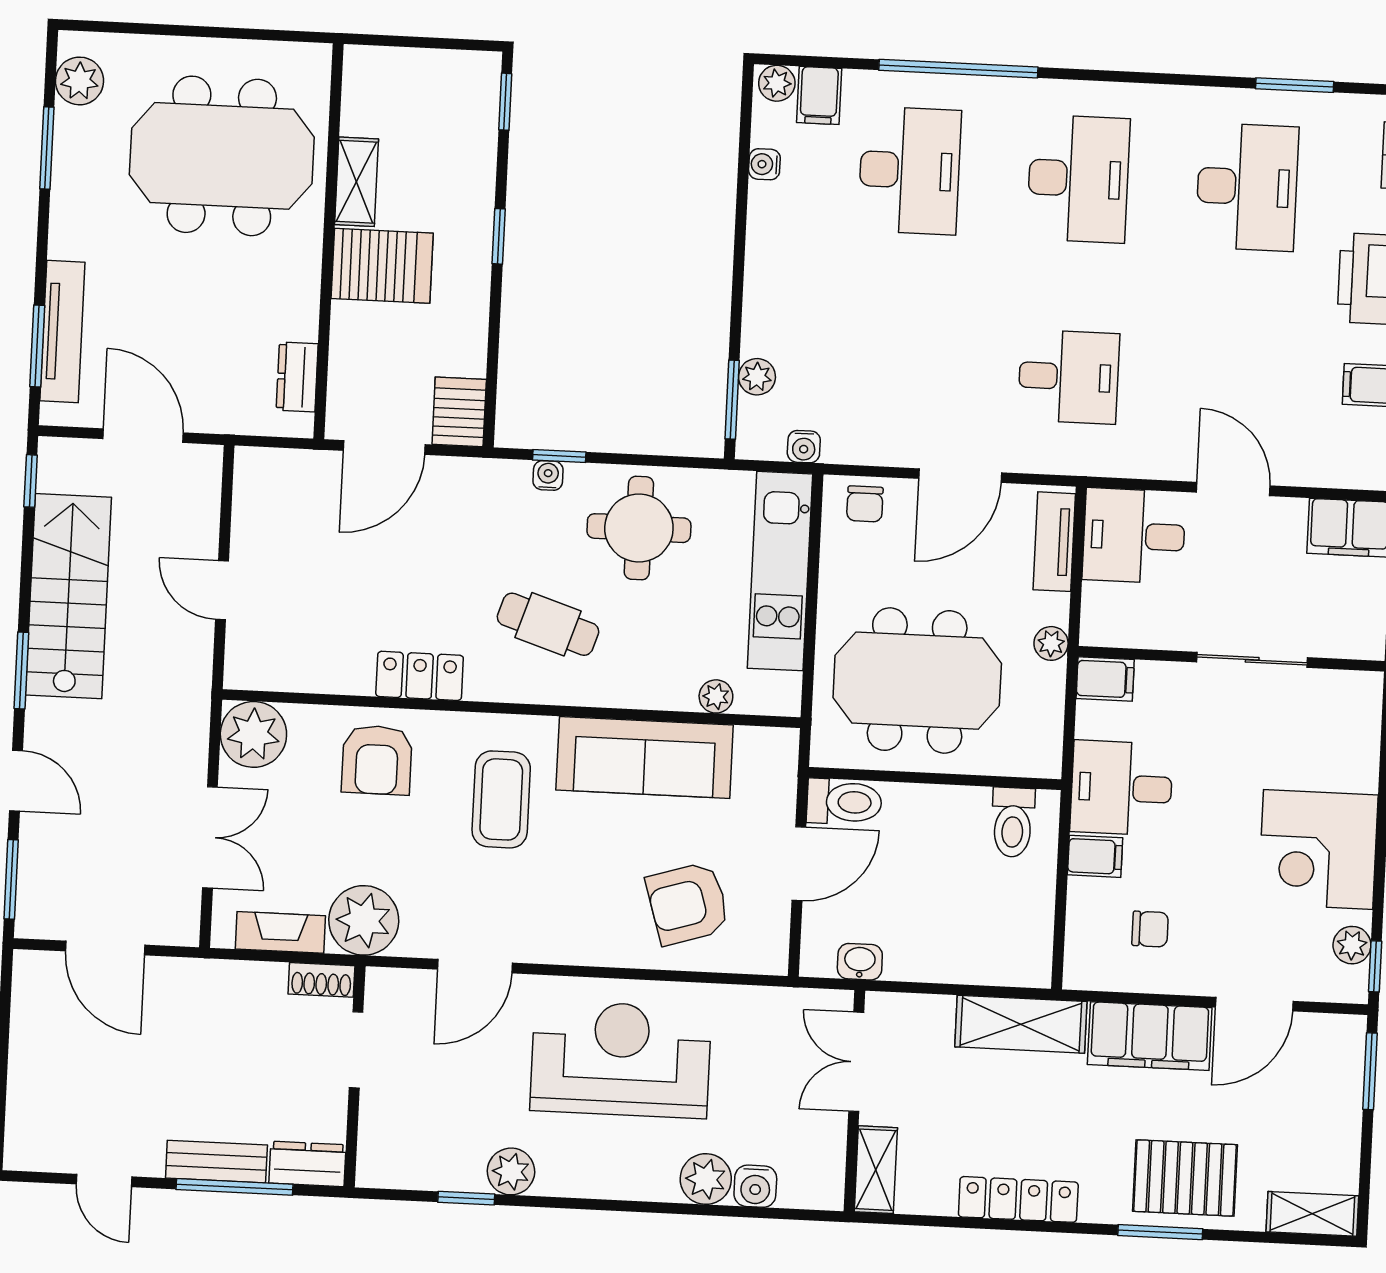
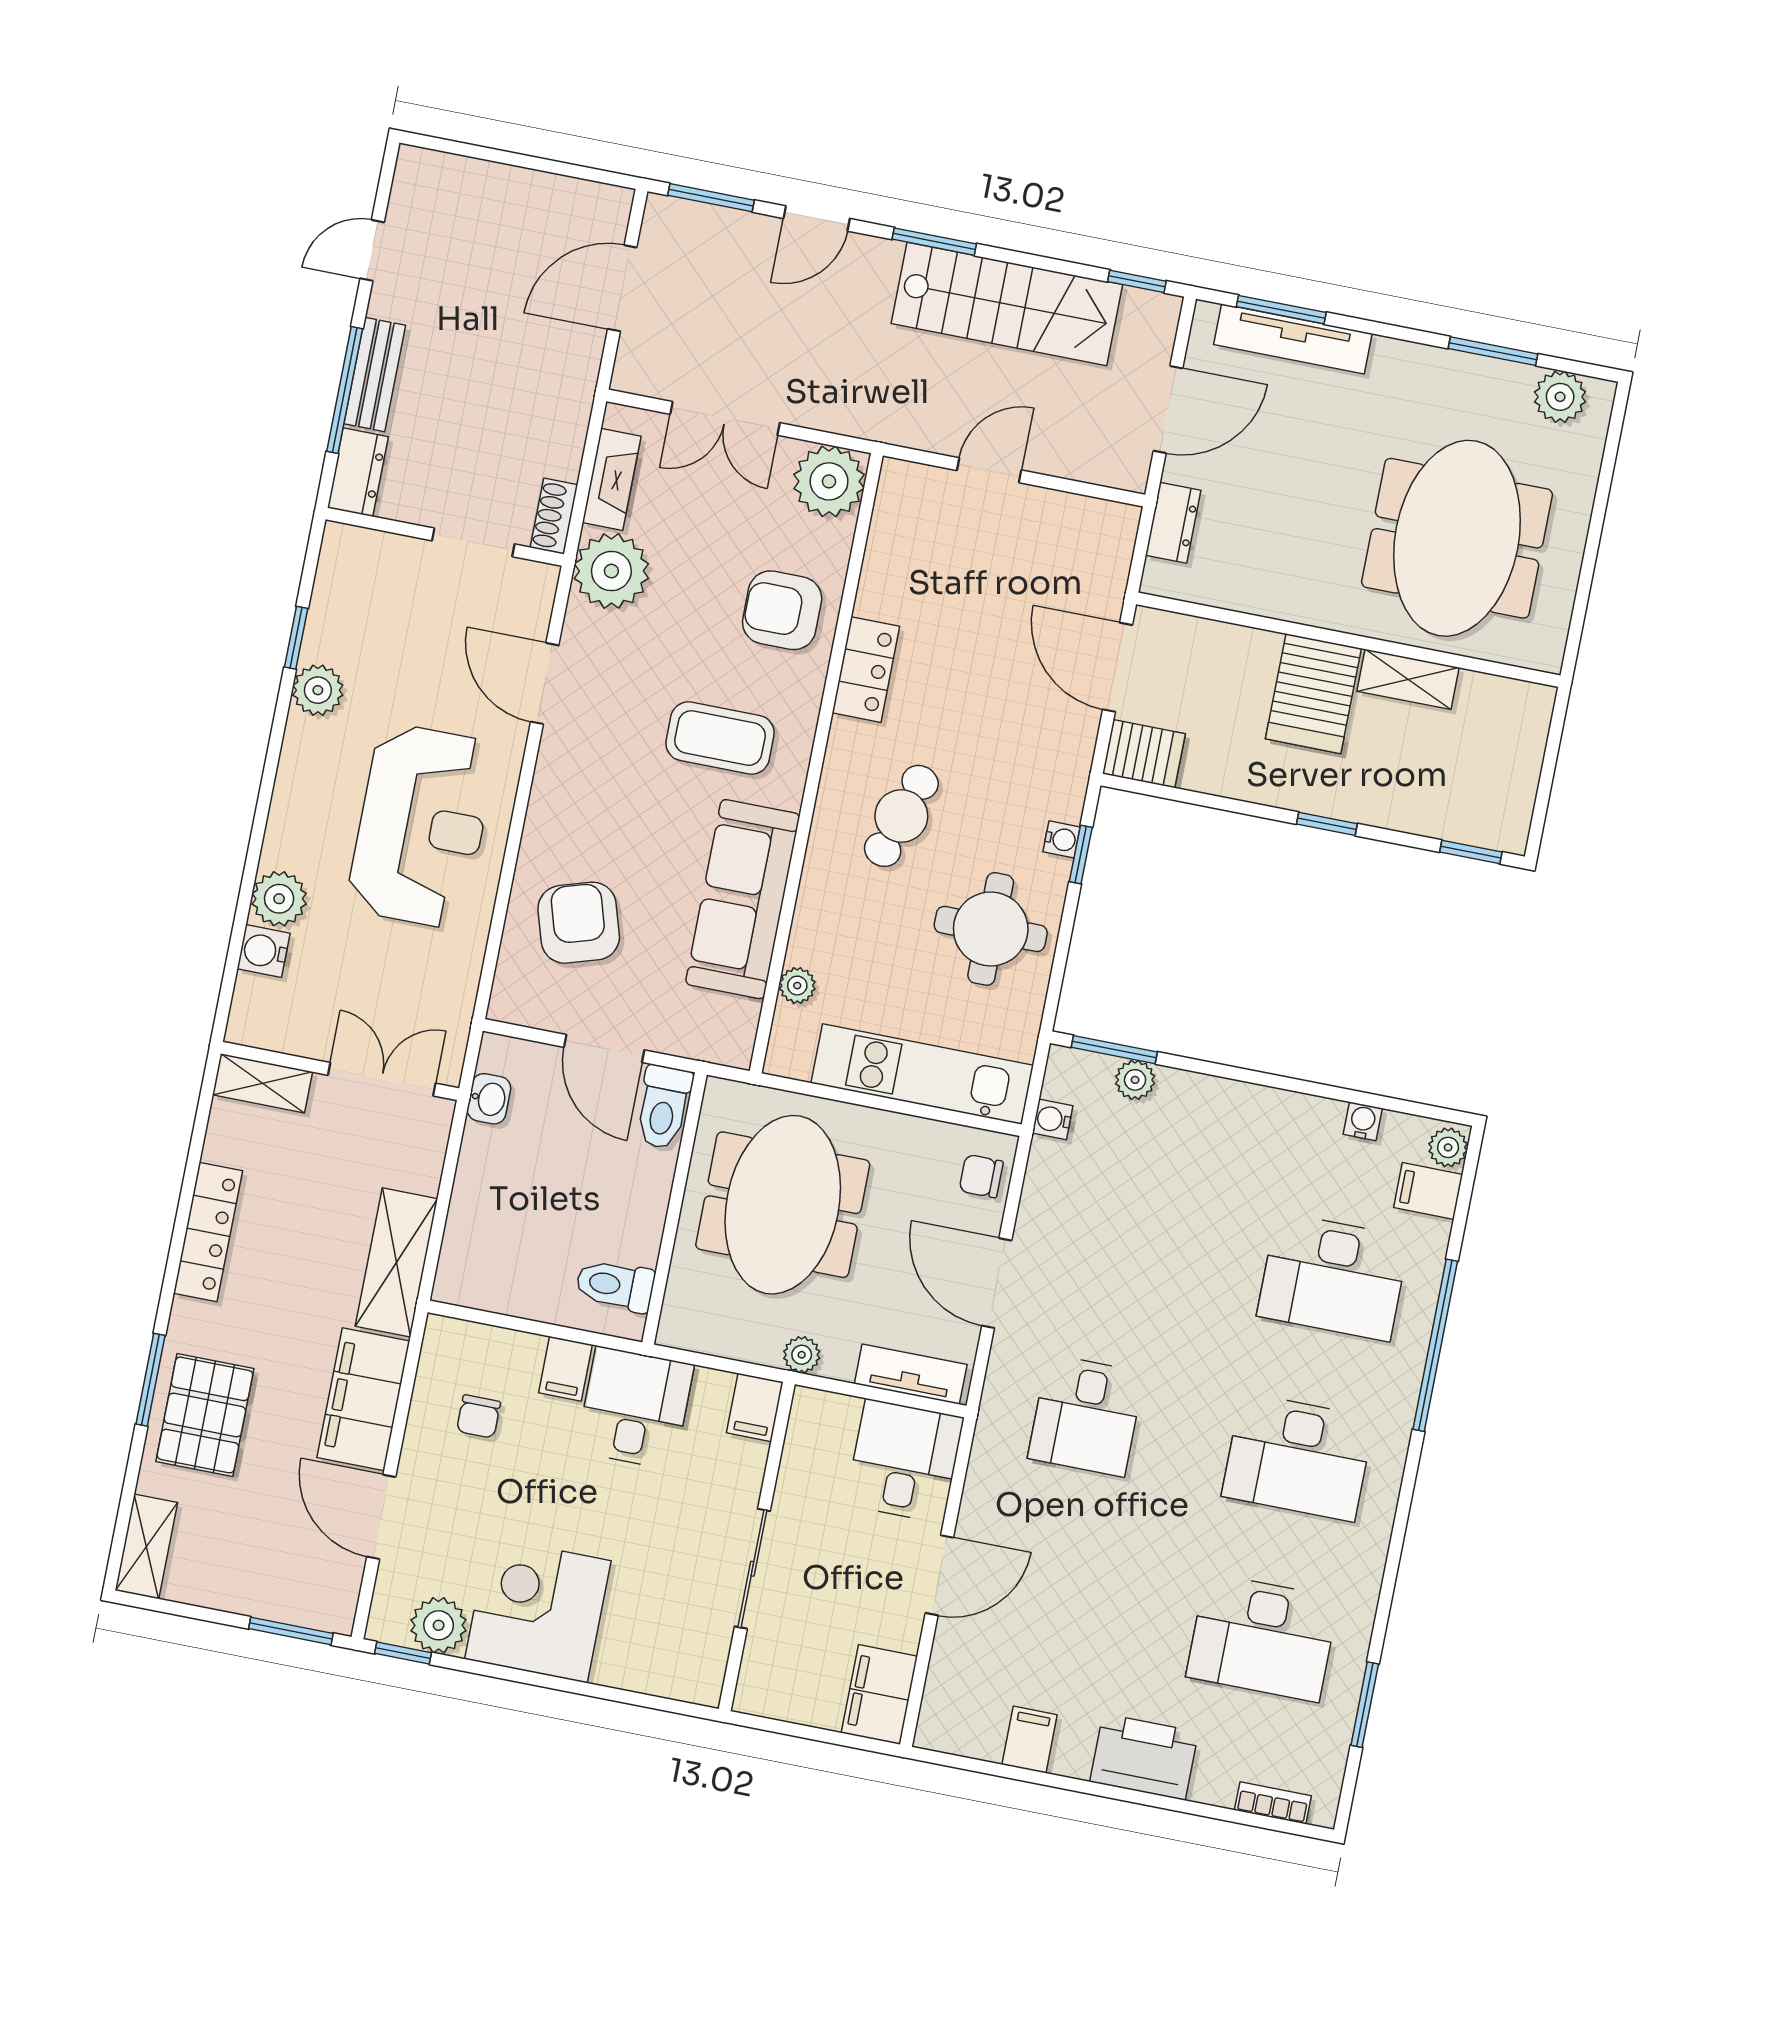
dresser: (297, 377) -> (1173, 523), moved, turned 90
plant: (1352, 945) -> (439, 1625), width x1.38, depth x1.38

